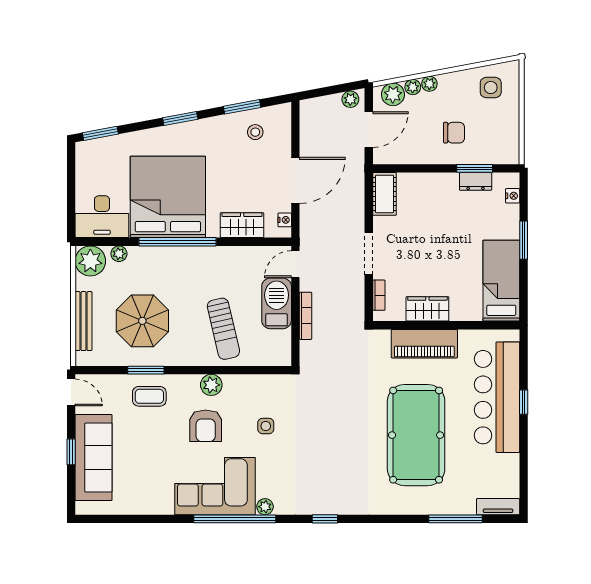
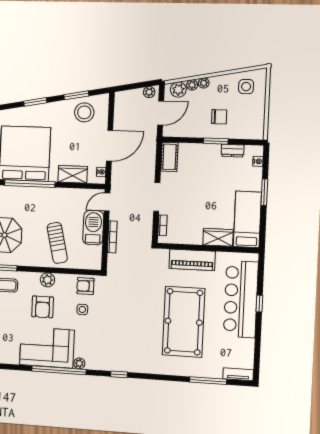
stool: (255, 132) -> (84, 112), width x1.89, depth x1.89
window: (475, 168) -> (216, 141), moved
wardrobe: (427, 309) -> (218, 237), moved
armchair: (269, 391) -> (85, 286), added

